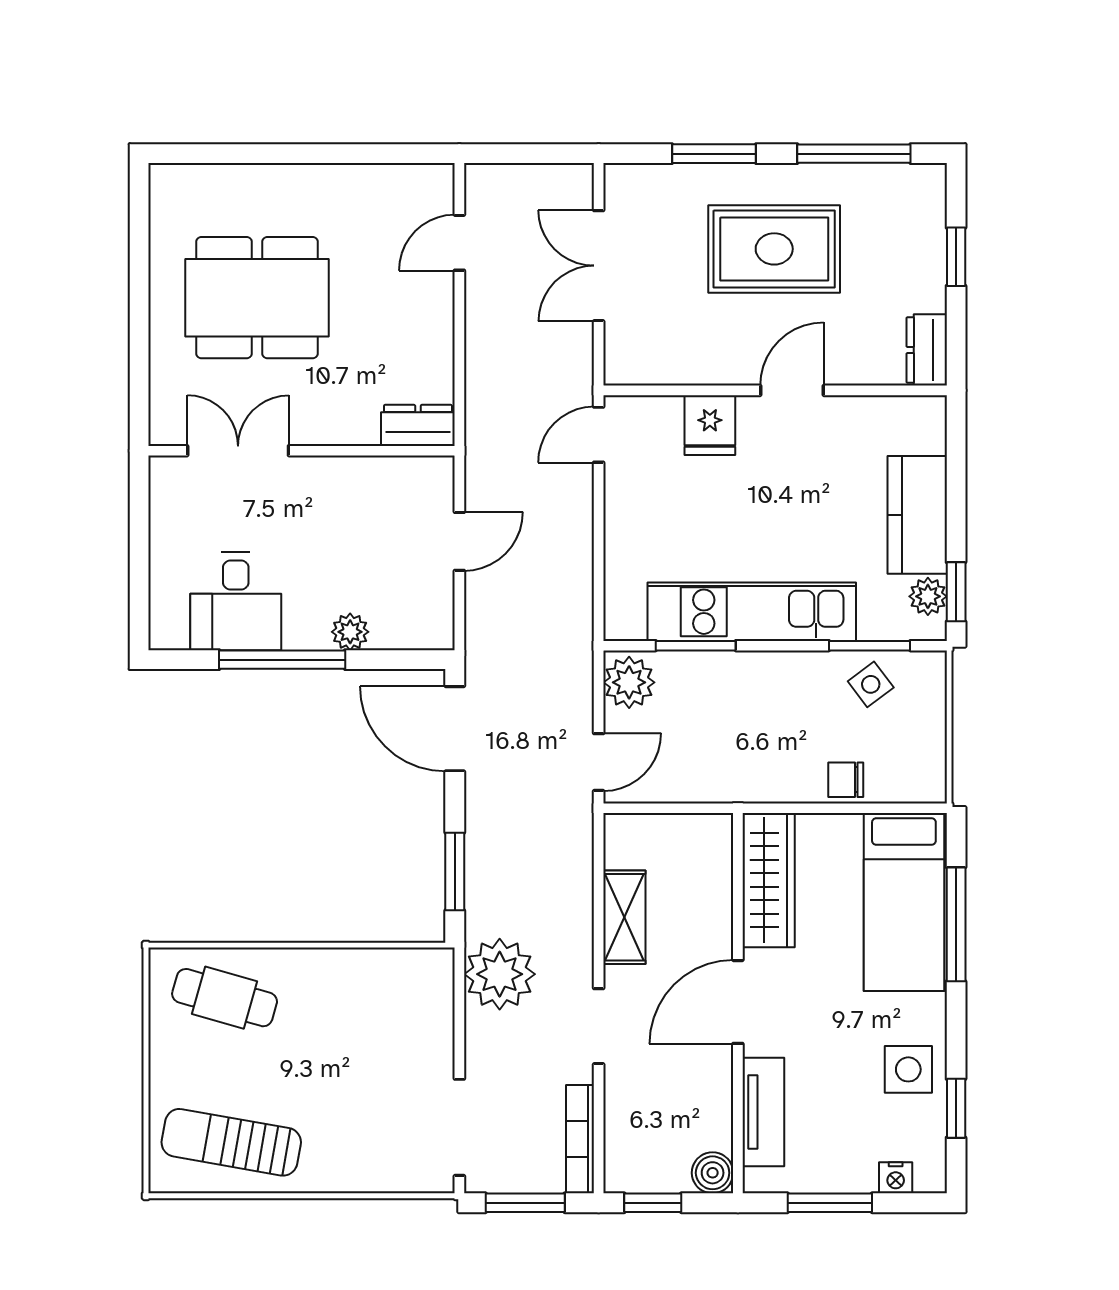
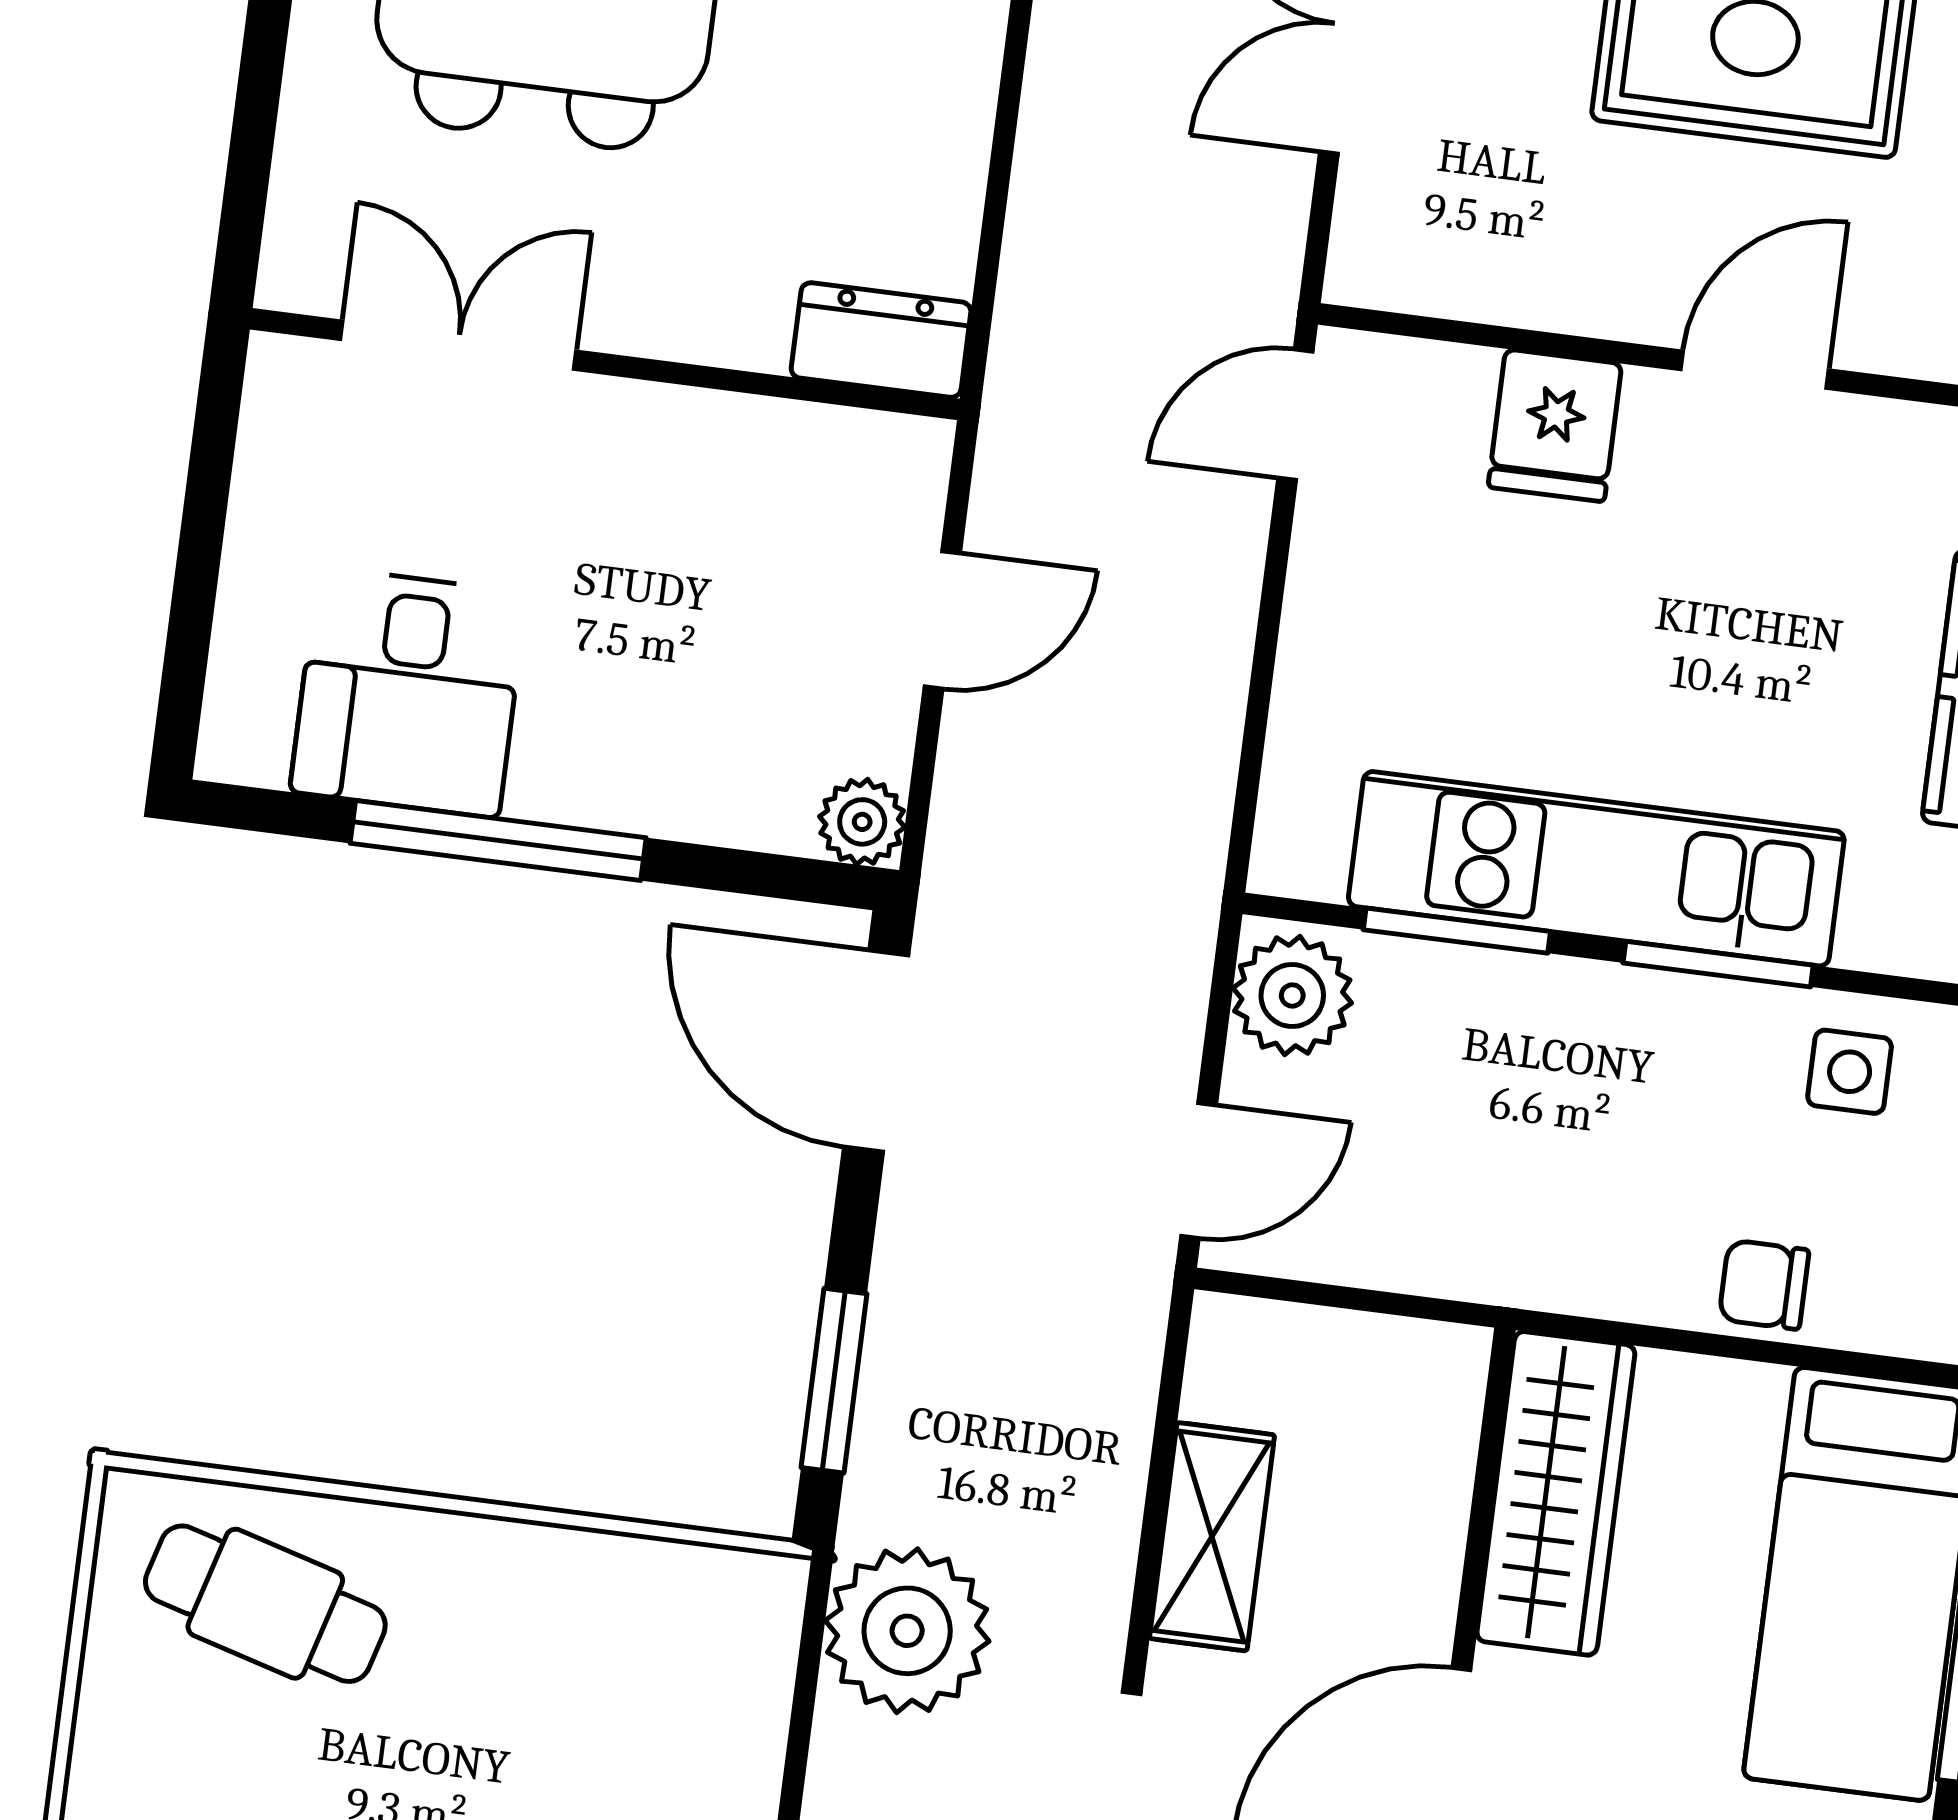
plant: (350, 632) -> (862, 822), moved
window: (870, 646) -> (1718, 964), moved
side table: (871, 684) -> (1850, 1072), turned 37

